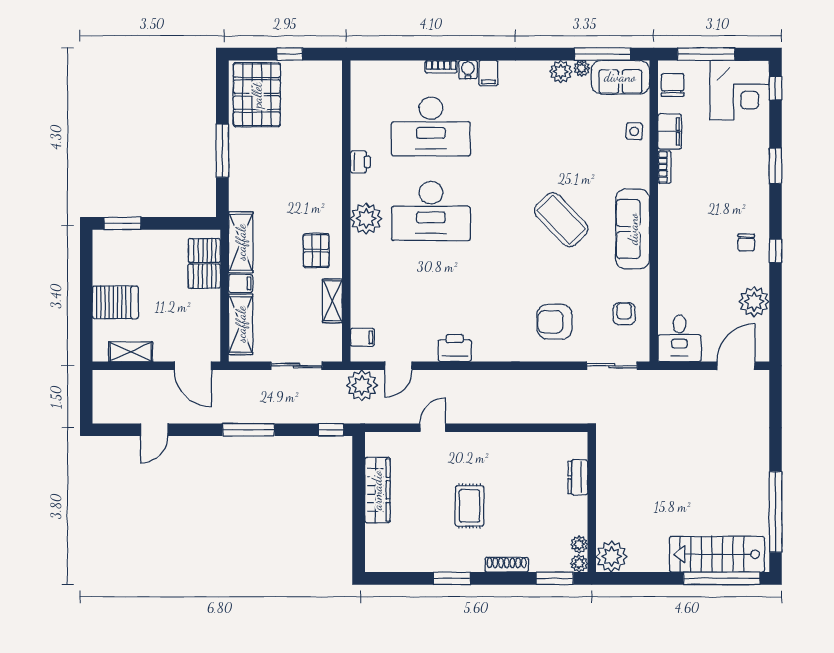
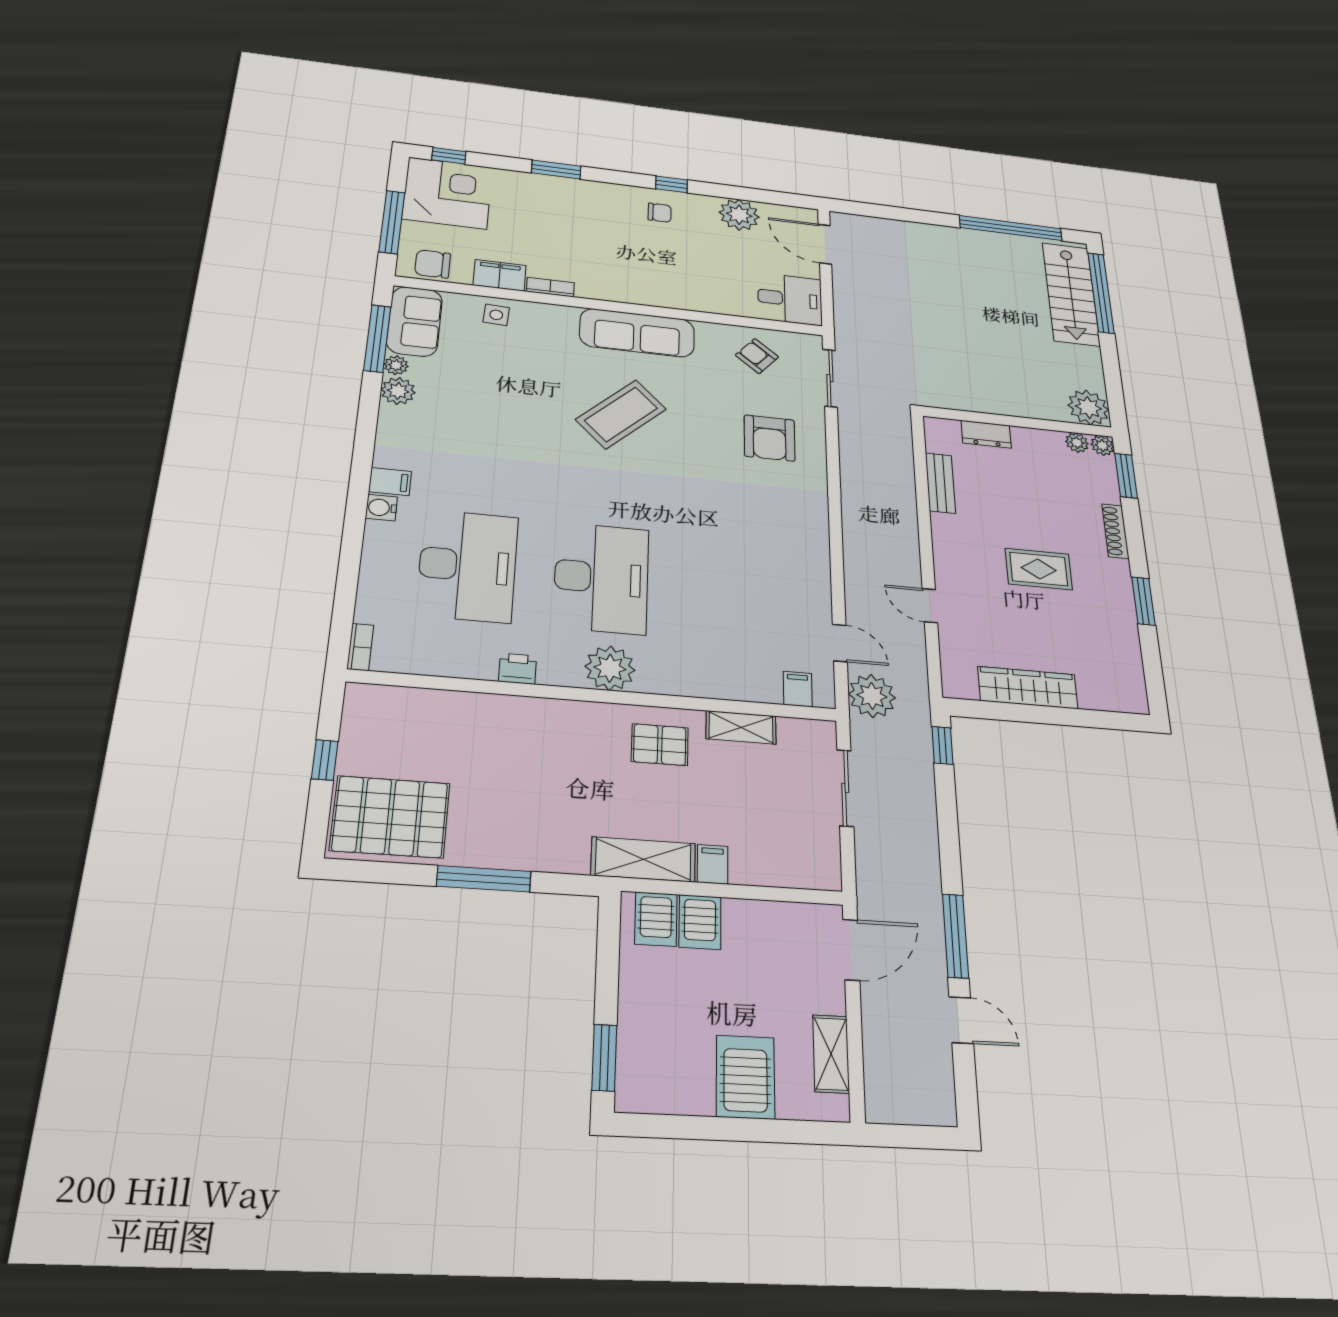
bookcase: (441, 67) -> (360, 647), moved
armchair: (624, 314) -> (757, 356), turned 40
shelving: (241, 324) -> (781, 869), removed
printer: (455, 348) -> (811, 566), removed
window: (248, 430) -> (955, 936), moved
bench: (532, 441) -> (940, 483), added

